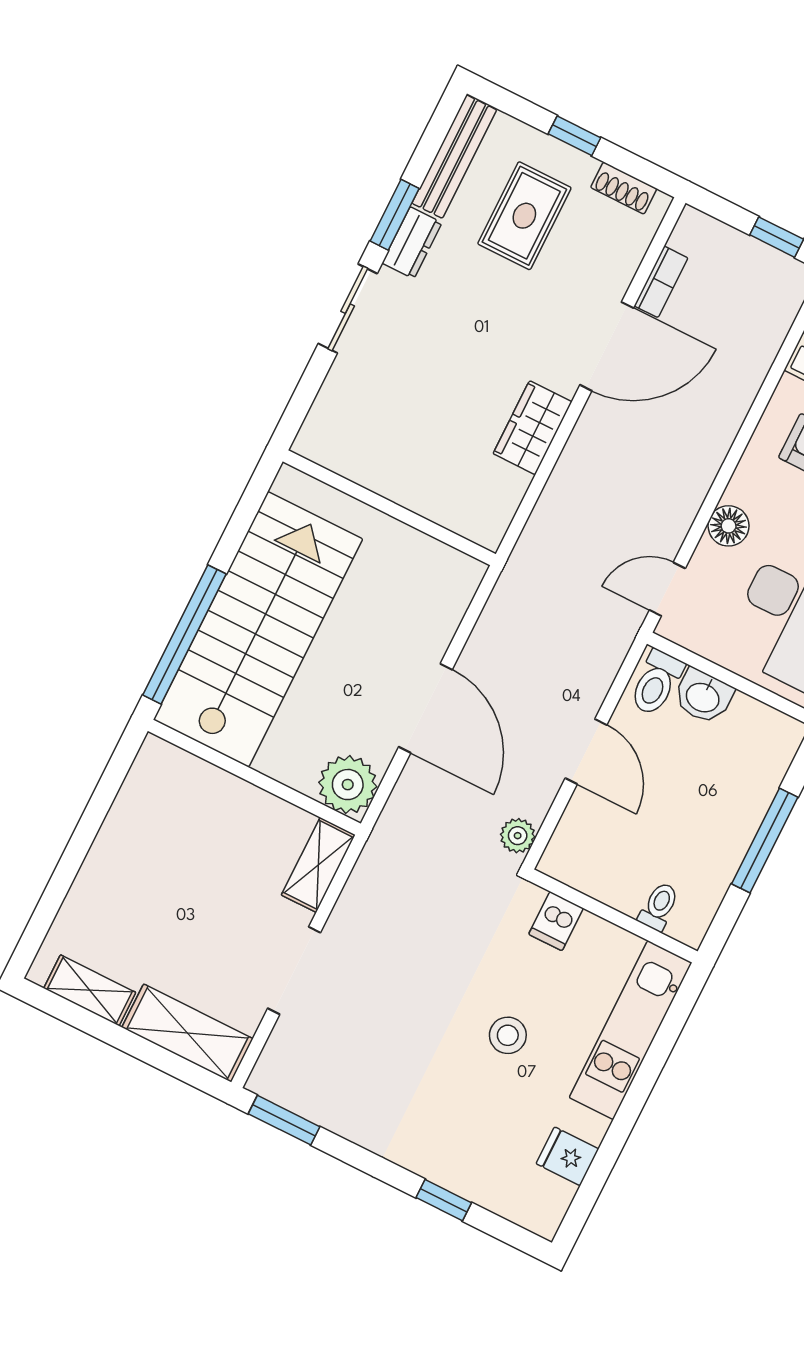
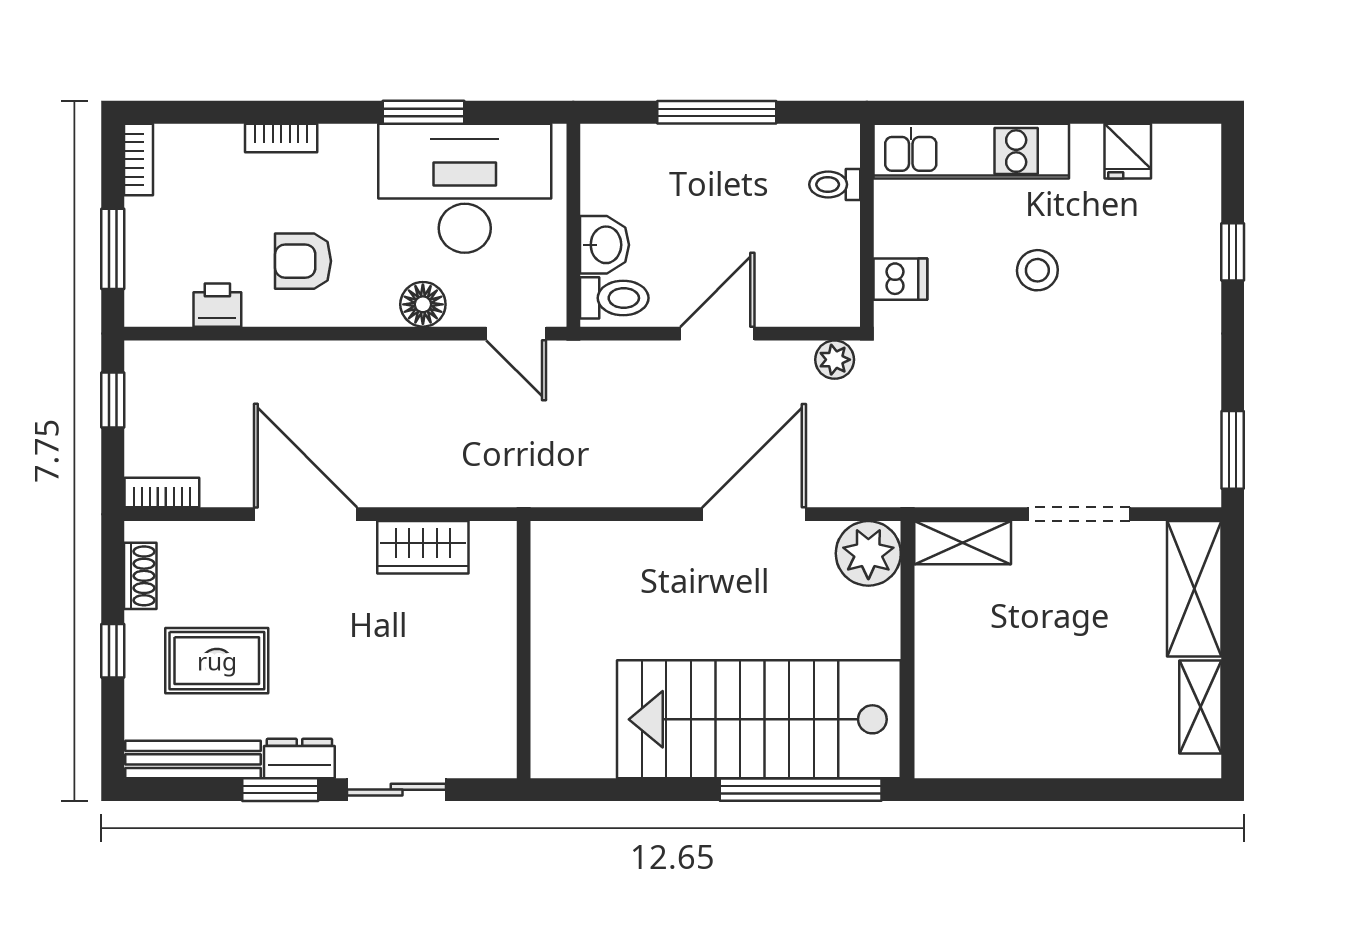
bookcase: (661, 282) -> (162, 492), moved
wall: (389, 508) -> (524, 650), moved

